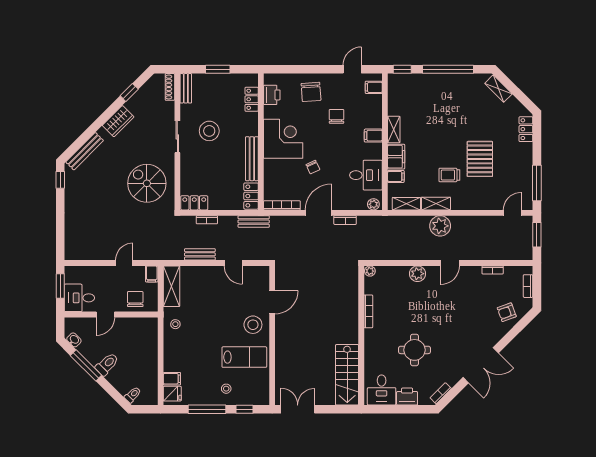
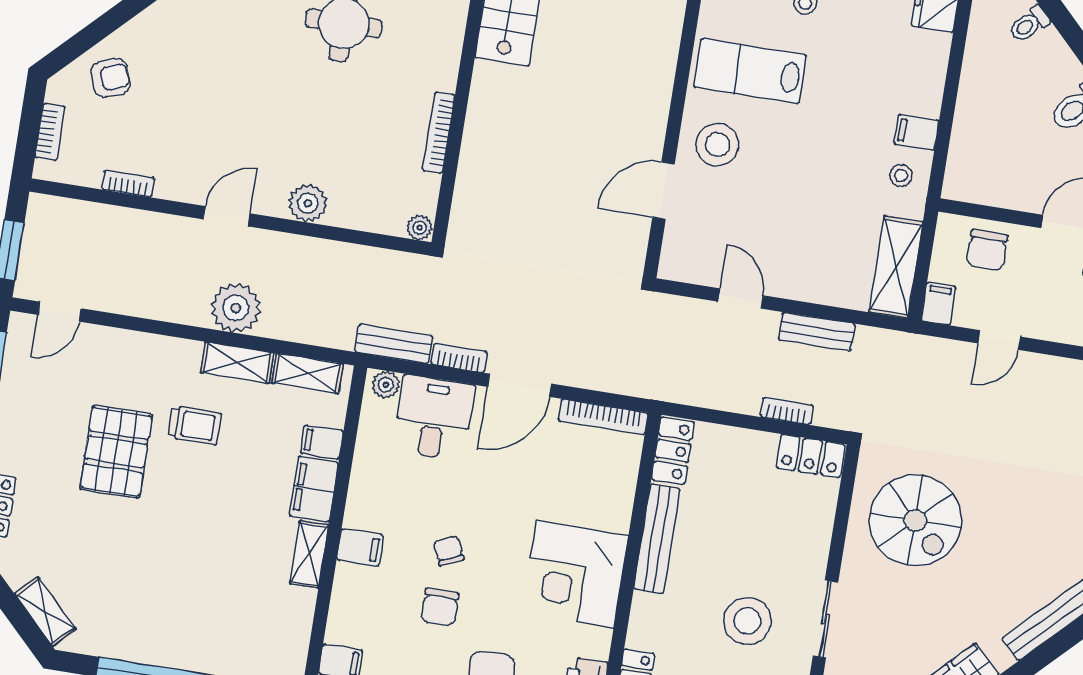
chair: (313, 167) -> (449, 551), moved
desk: (366, 175) -> (434, 418), moved, turned 90
bench: (254, 222) -> (394, 344), moved
filing cabinet: (172, 379) -> (917, 132), moved

